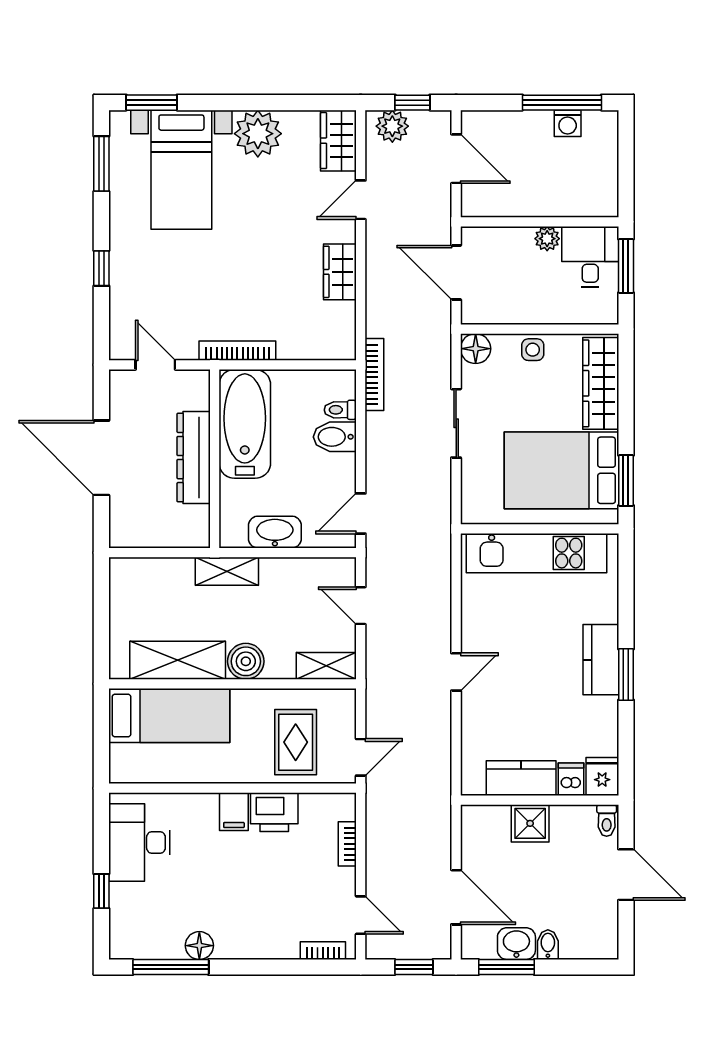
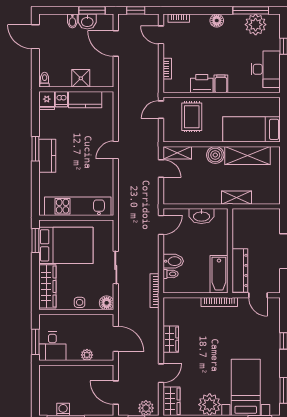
plant: (547, 239) -> (87, 355), moved
bathtub: (245, 424) -> (219, 274), width x0.73, depth x0.73
dresser: (194, 458) -> (240, 270), moved
shelving: (227, 571) -> (237, 198), moved
door: (361, 606) -> (161, 169), moved
door: (626, 875) -> (35, 37), moved
plant: (161, 937) -> (256, 25), added
floor lamp: (199, 946) -> (217, 21), moved

